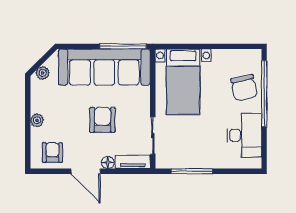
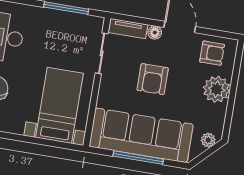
window: (123, 46) -> (138, 158), moved
plant: (37, 120) -> (217, 89), width x1.88, depth x1.88
armchair: (52, 153) -> (212, 53), turned -90

